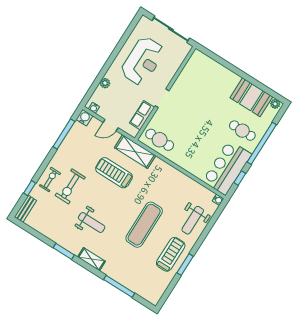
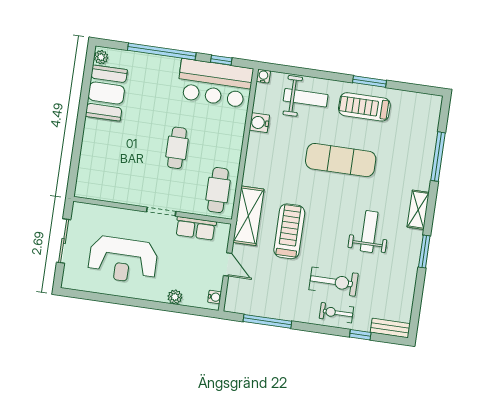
sliding door: (171, 29) -> (64, 241), width x0.73
reception desk: (143, 61) -> (123, 260), turned 180
water cooler: (84, 118) -> (259, 123), moved
cafe table: (242, 131) -> (177, 148), moved
treadmill: (114, 173) -> (289, 231), turned 180

